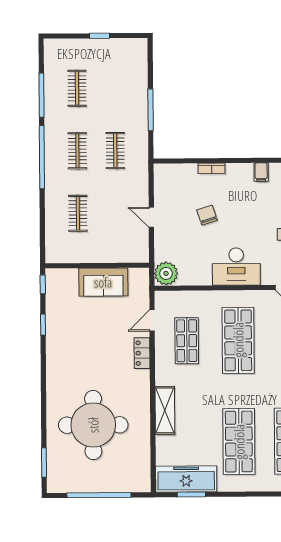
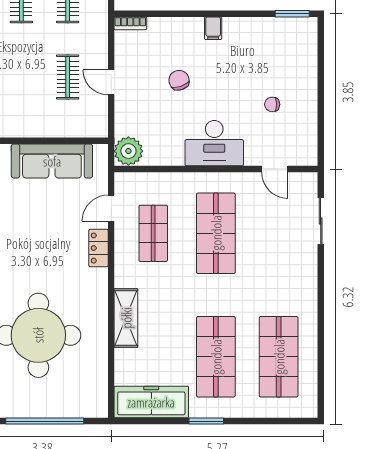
bookcase: (212, 168) -> (130, 23), moved
filing cabinet: (261, 172) -> (213, 28), moved
clothes rail: (78, 213) -> (68, 77), moved
sofa: (103, 282) -> (52, 161), width x1.36
window: (191, 495) -> (206, 421), moved

